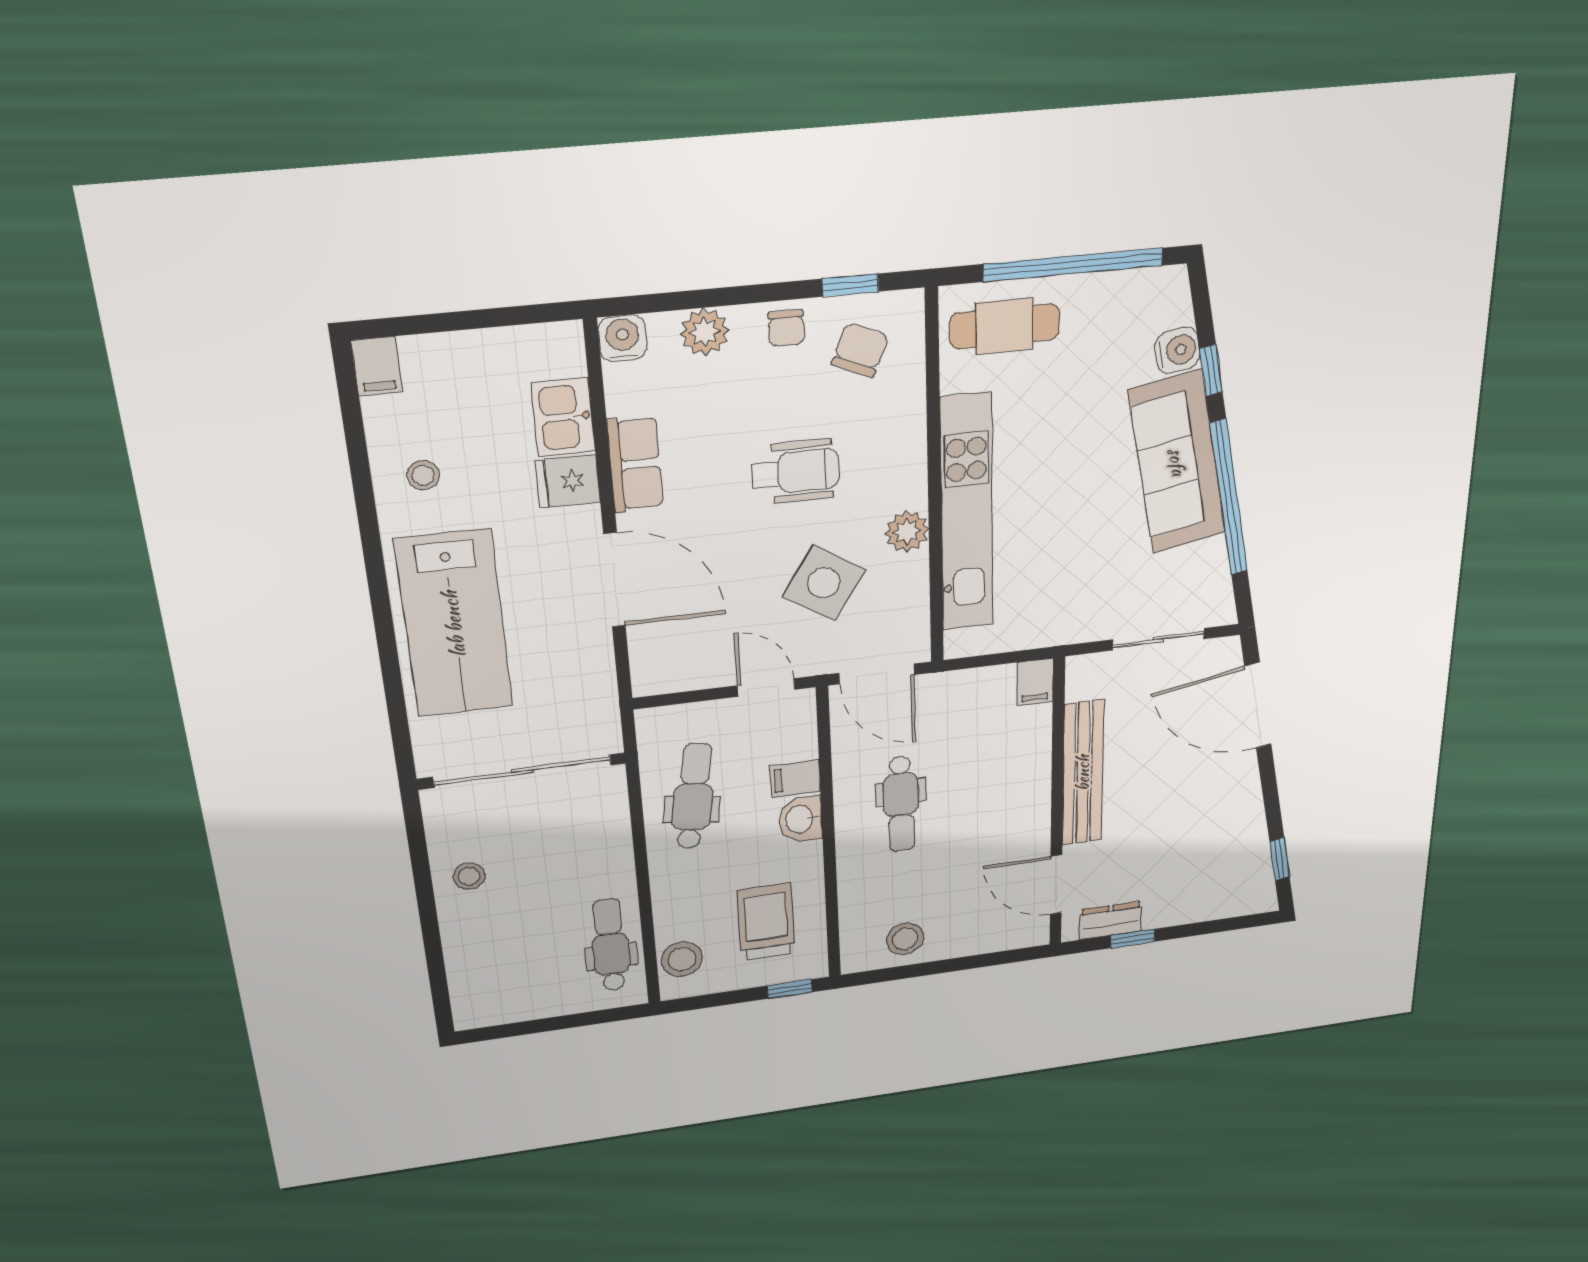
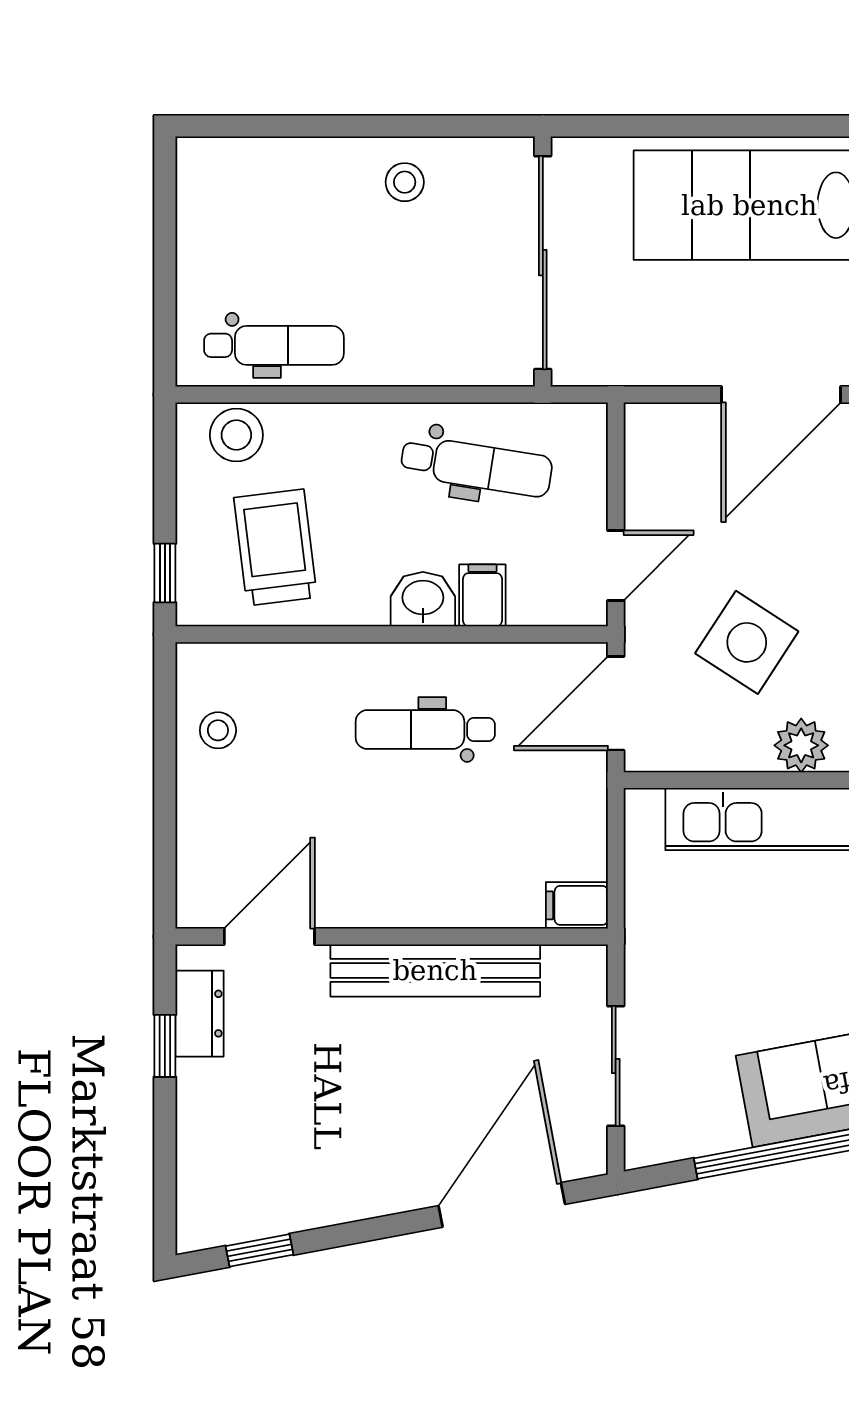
trolley: (766, 922) -> (275, 547), turned -97
stool: (905, 939) -> (218, 730), width x0.73, depth x0.73

